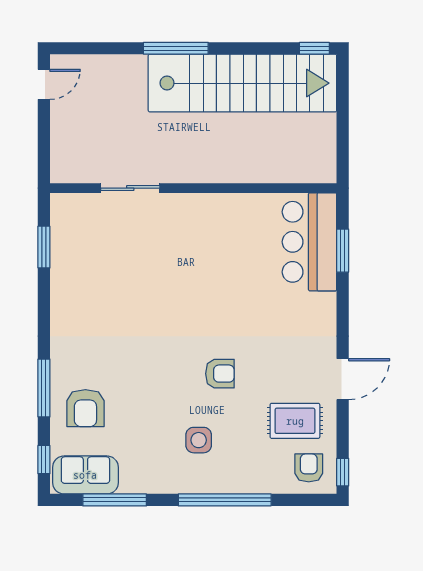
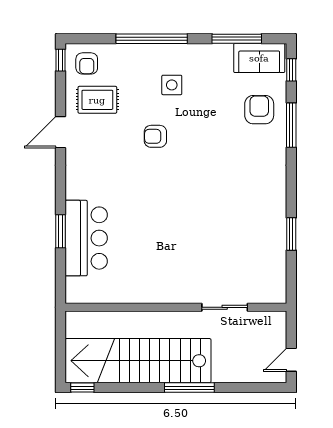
sliding door: (130, 188) -> (225, 307), moved
wall: (193, 188) -> (176, 307), moved

